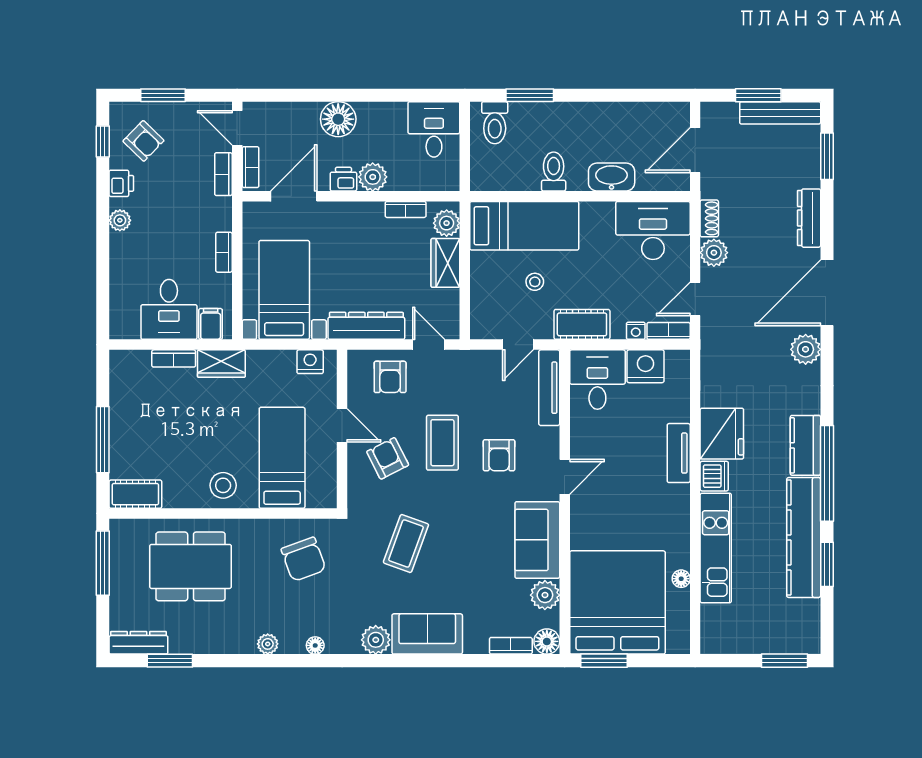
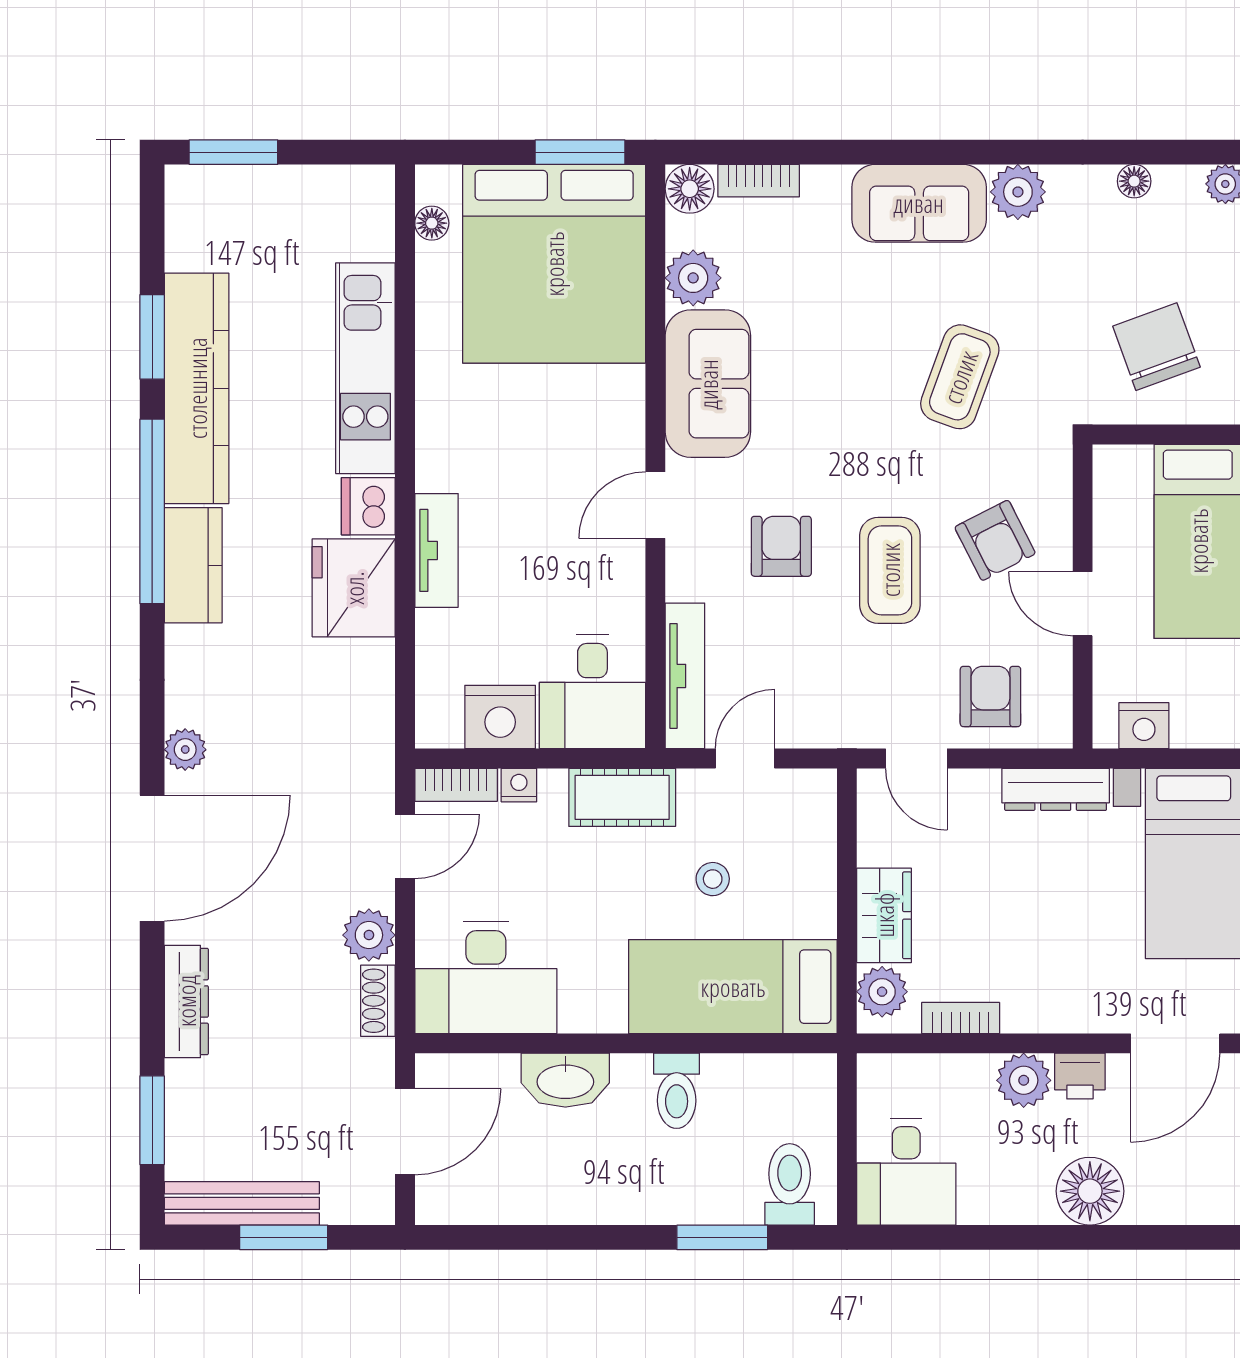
dresser: (366, 326) -> (1056, 789), width x0.73, depth x0.80
plant: (806, 349) -> (185, 750), width x0.73, depth x0.73
floor lamp: (681, 579) -> (432, 223), moved

